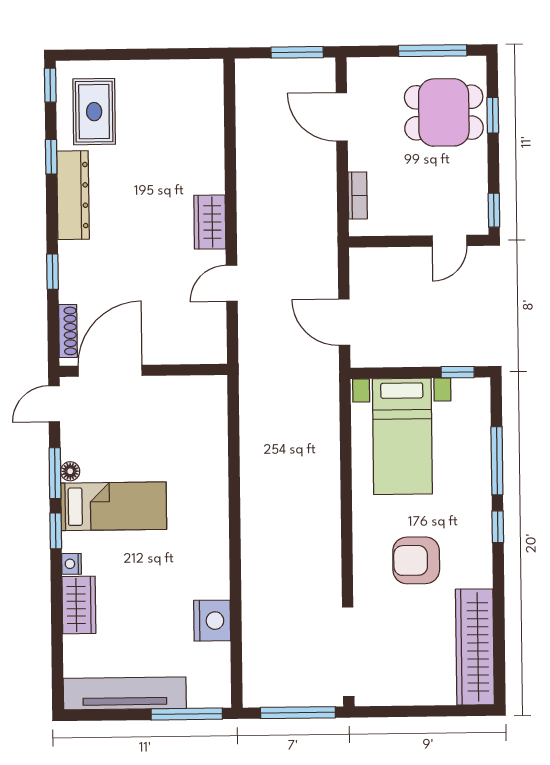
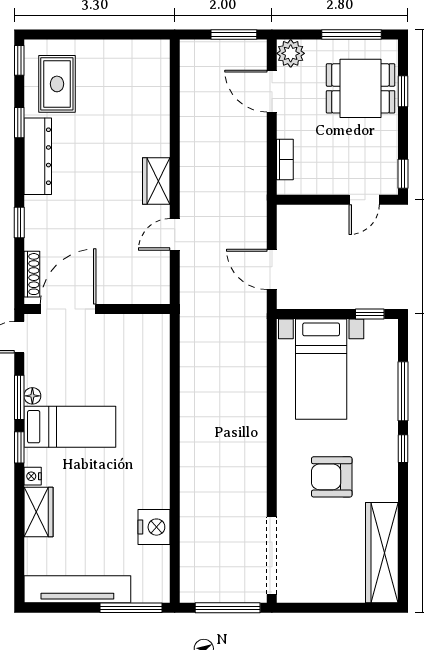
plant: (363, 73) -> (291, 53), added

